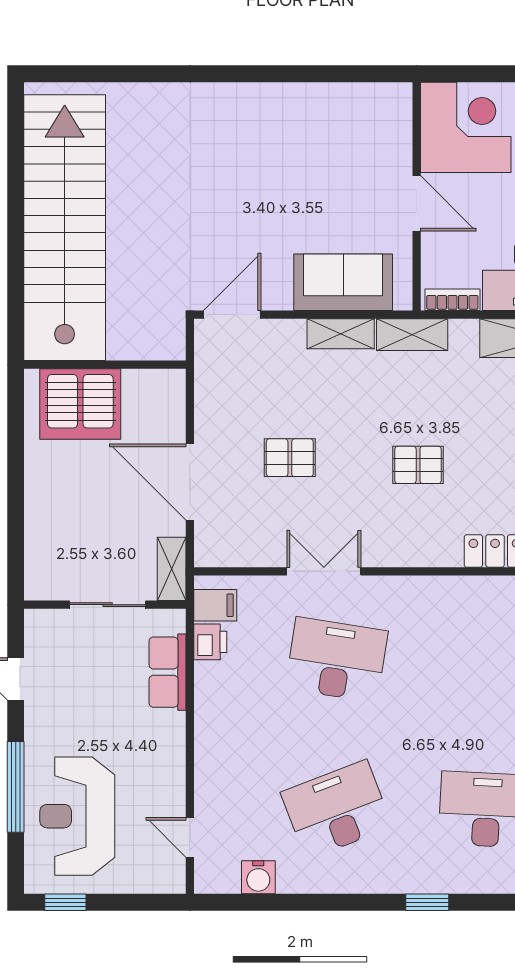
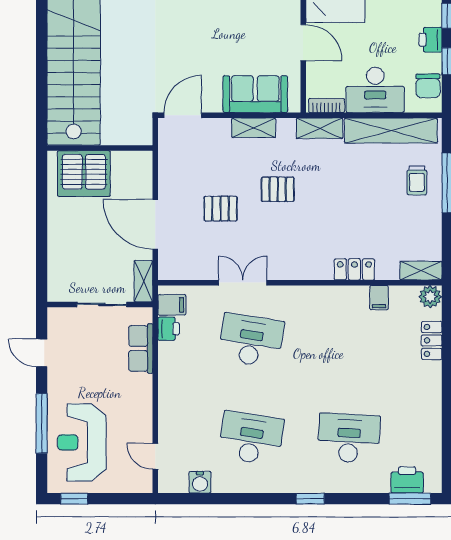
shelving: (412, 335) -> (320, 128), moved
pallet: (418, 465) -> (278, 189), moved
desk: (337, 810) -> (251, 438), turned 30

